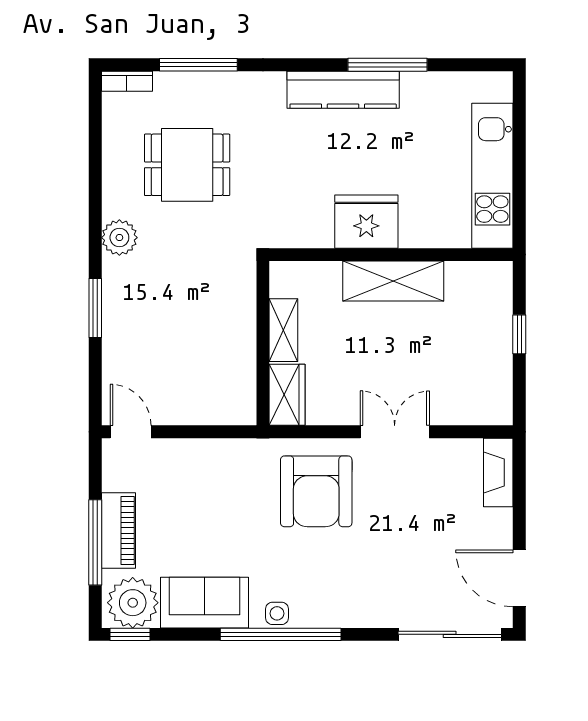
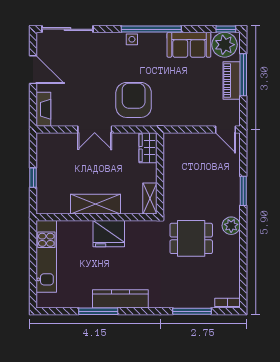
dining table: (187, 165) -> (191, 238), moved
shelving: (283, 330) -> (150, 199), moved
door: (519, 578) -> (33, 70), moved
side table: (277, 613) -> (132, 39), moved

